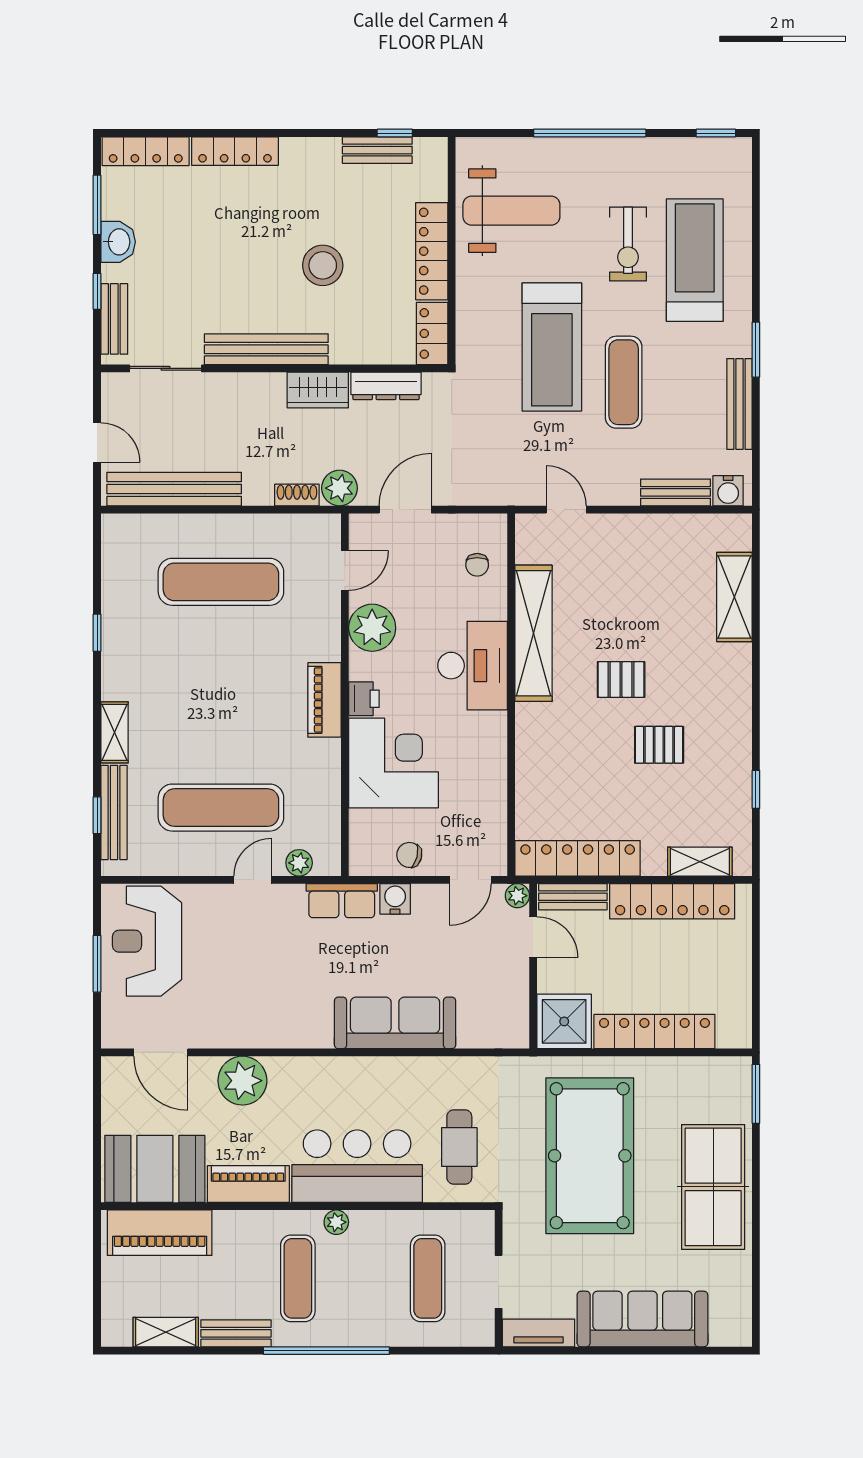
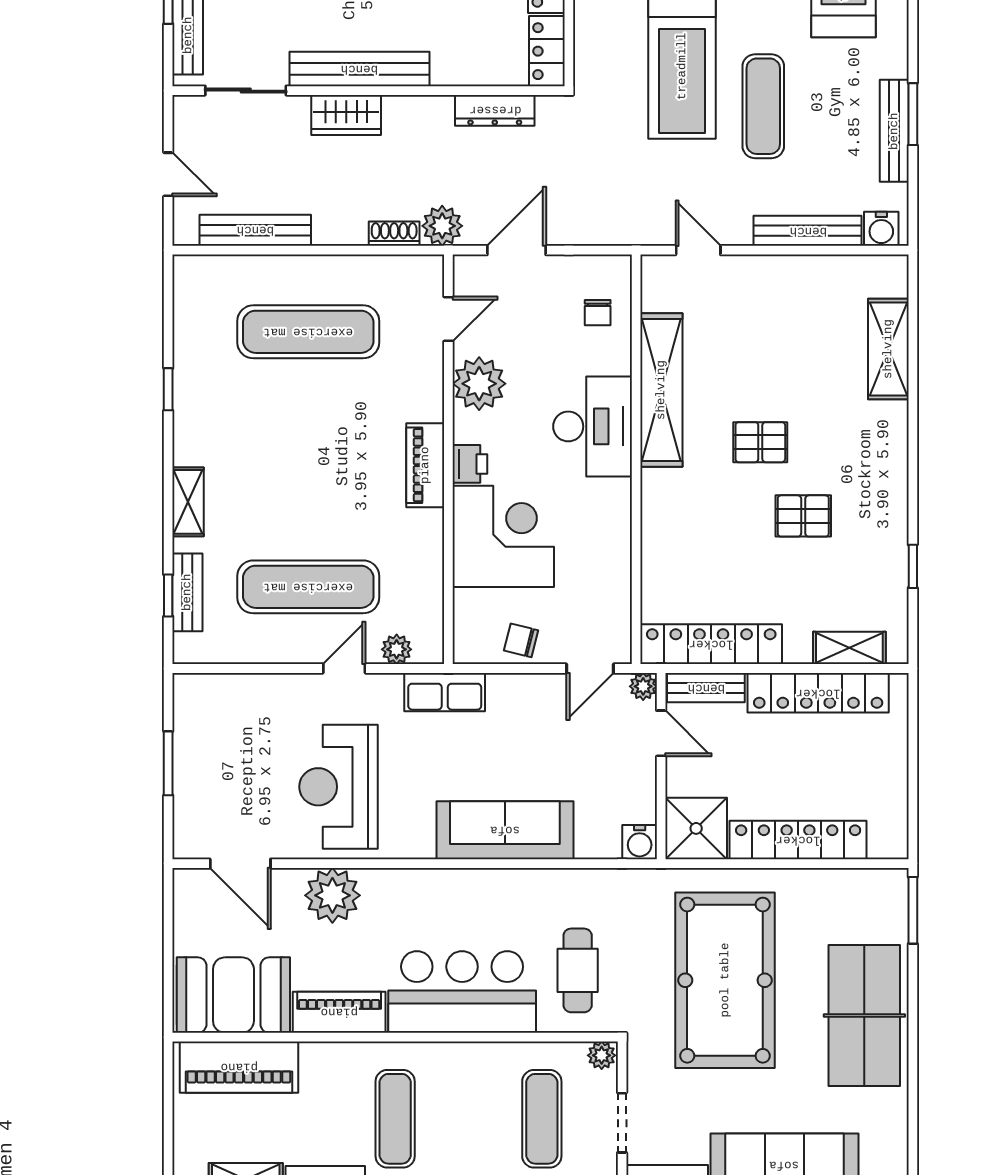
window: (756, 350) -> (913, 114), moved
wardrobe: (318, 390) -> (346, 115), moved
bench: (174, 489) -> (255, 230), width x0.73, depth x0.82
bench: (676, 492) -> (808, 231), width x1.36
bench: (114, 813) -> (187, 592), width x0.73
water cooler: (395, 899) -> (640, 842), moved, turned 180
reception desk: (147, 941) -> (339, 787), moved
plant: (336, 1222) -> (602, 1055), moved

